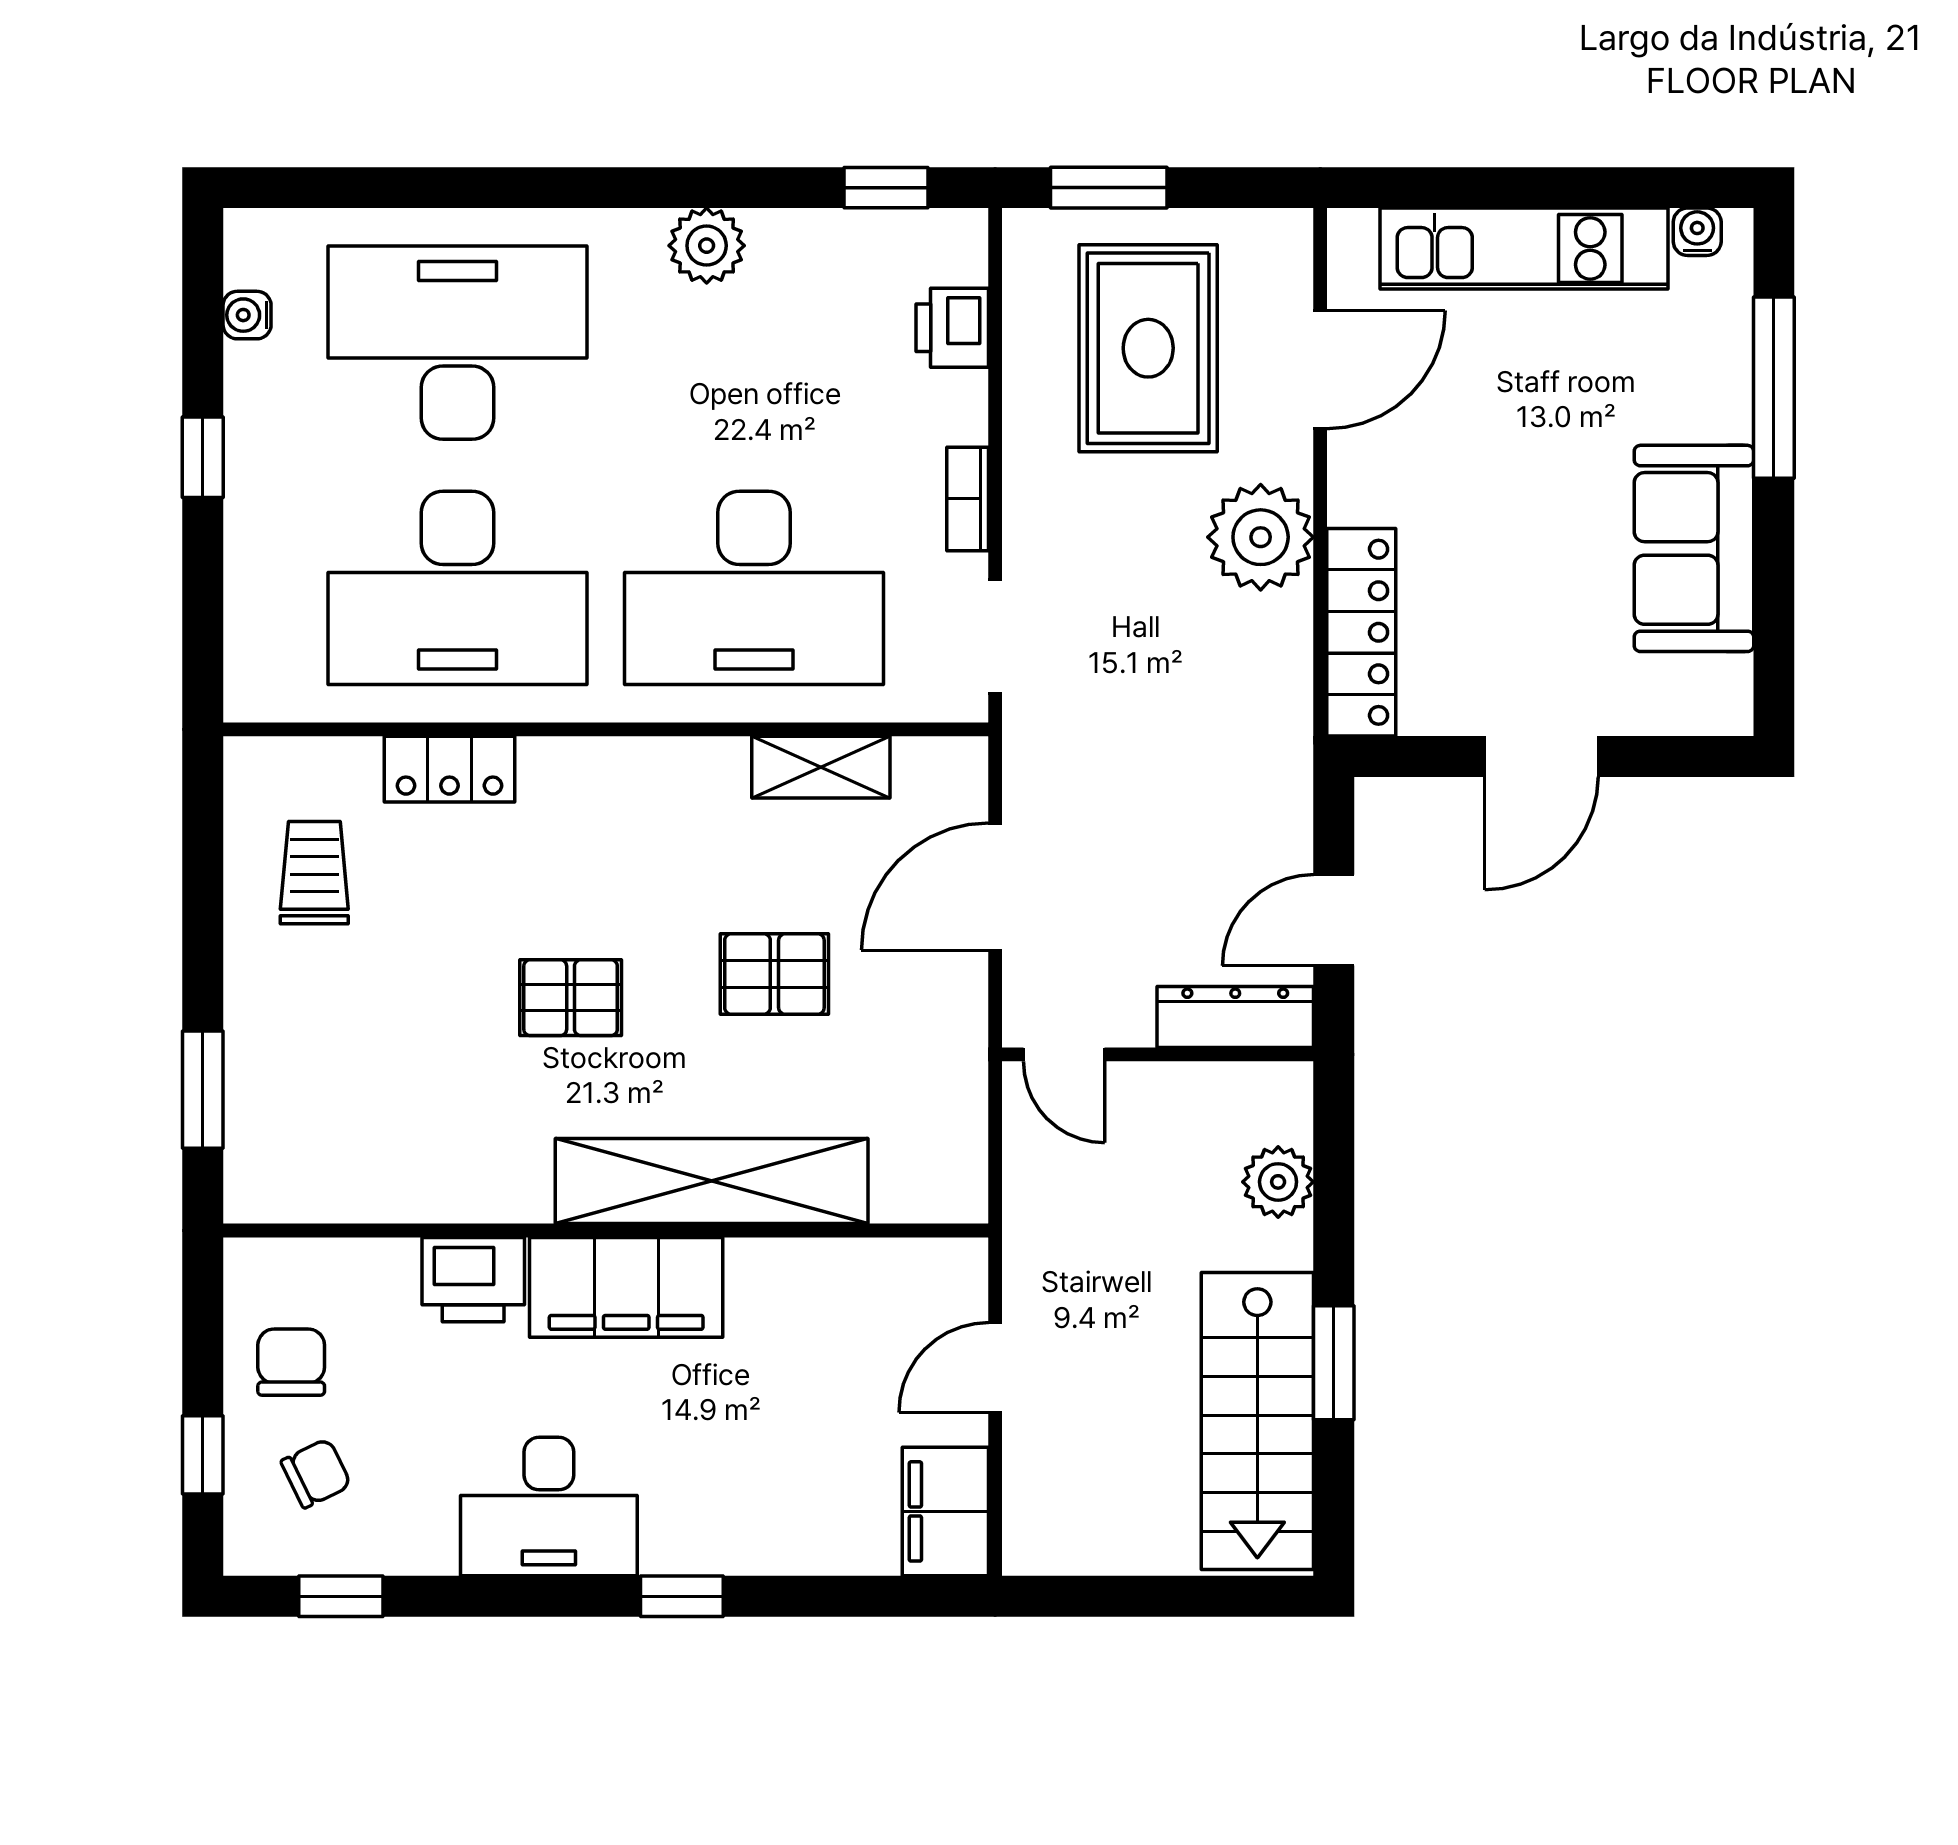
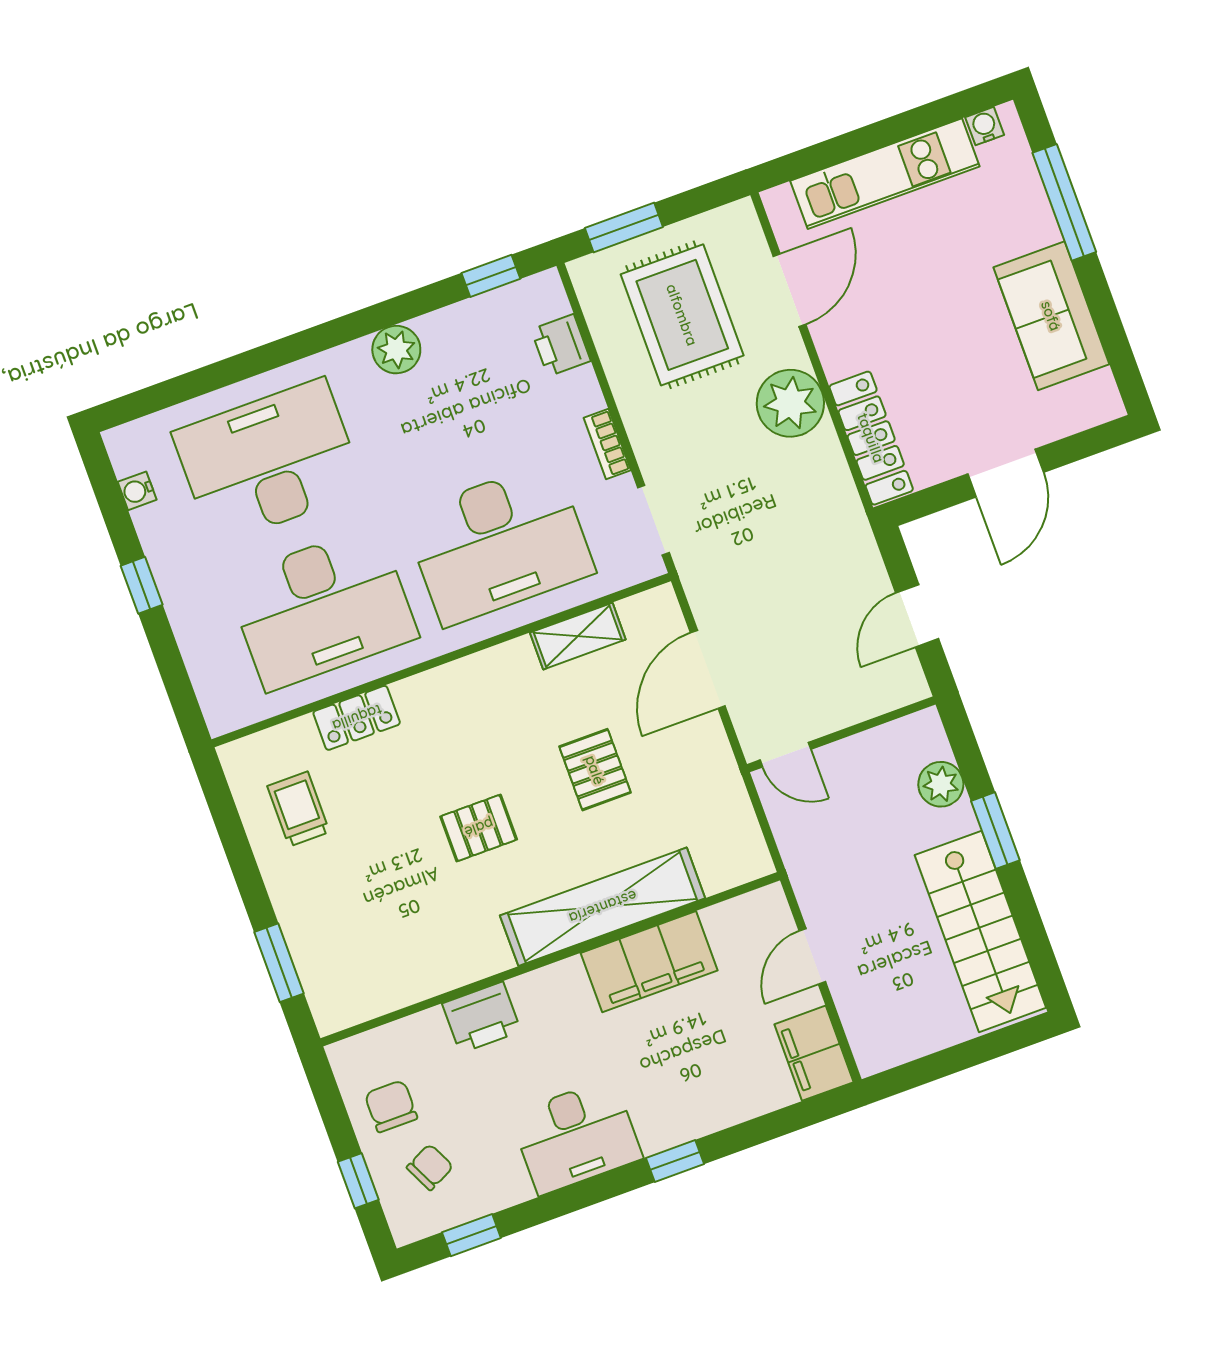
pallet: (774, 974) -> (595, 770), turned 90
dresser: (1235, 1017) -> (879, 695), removed
filing cabinet: (626, 1287) -> (649, 962), moved
window: (1334, 1363) -> (995, 831), moved

